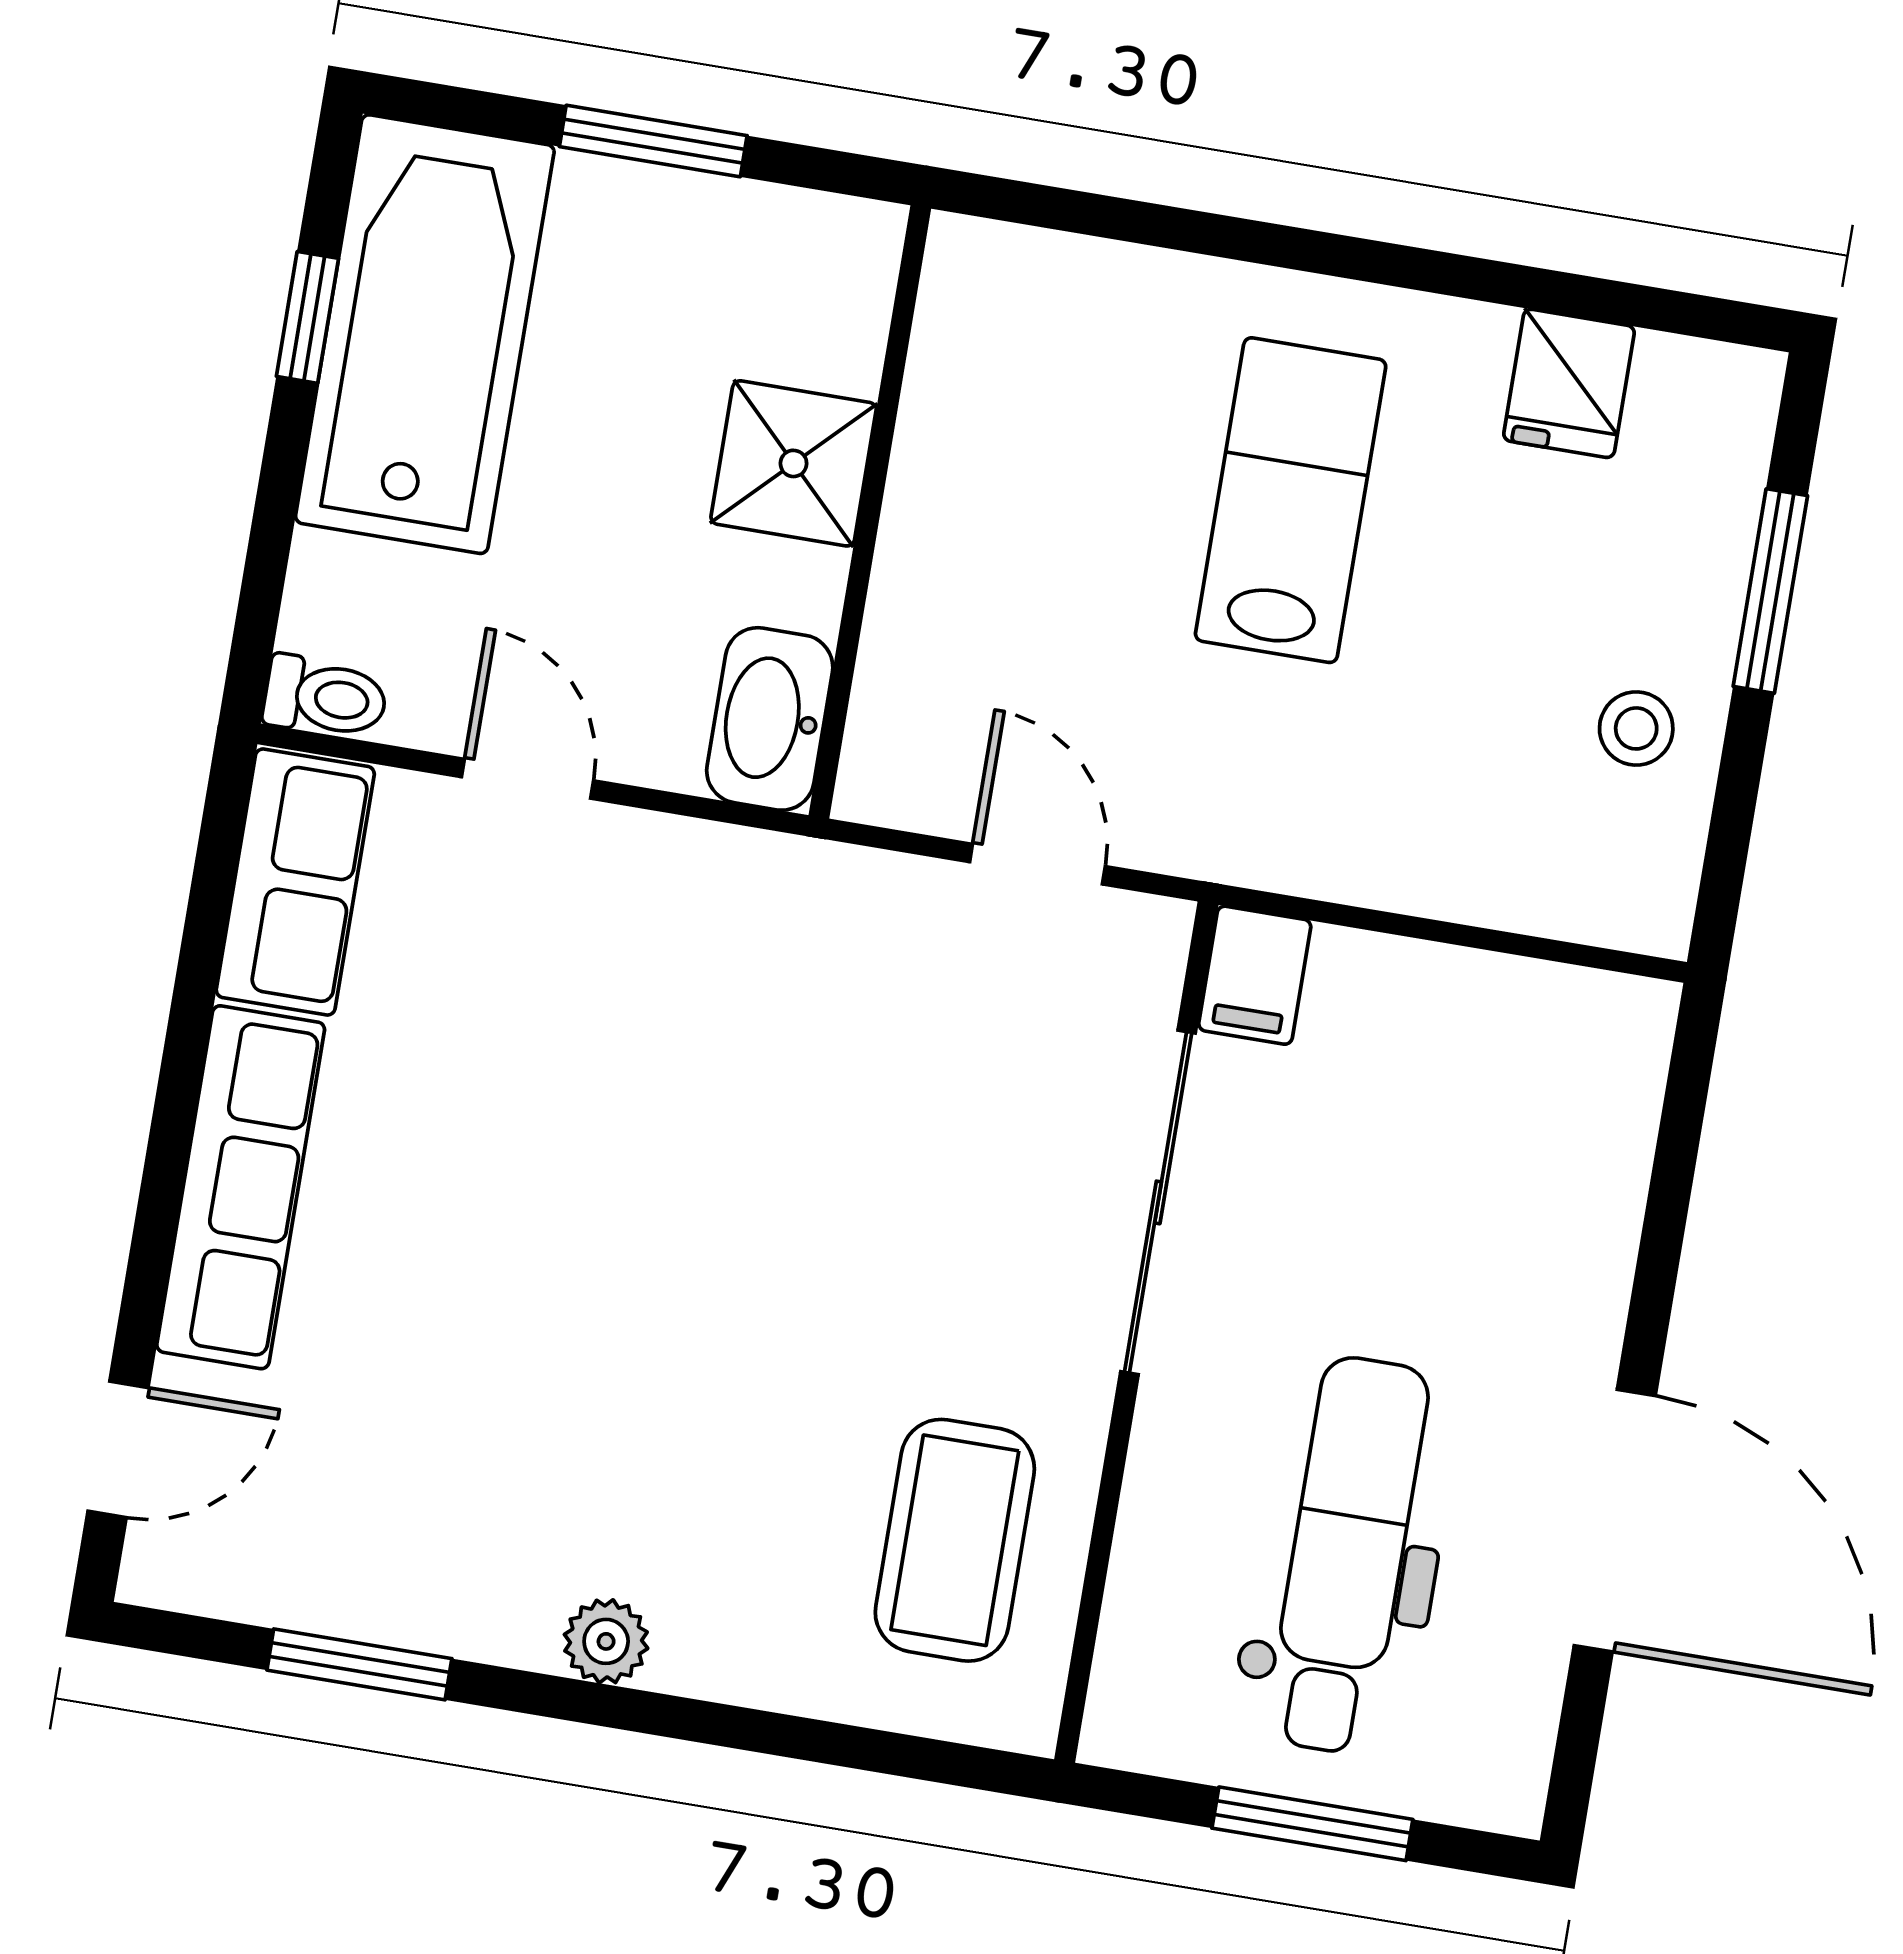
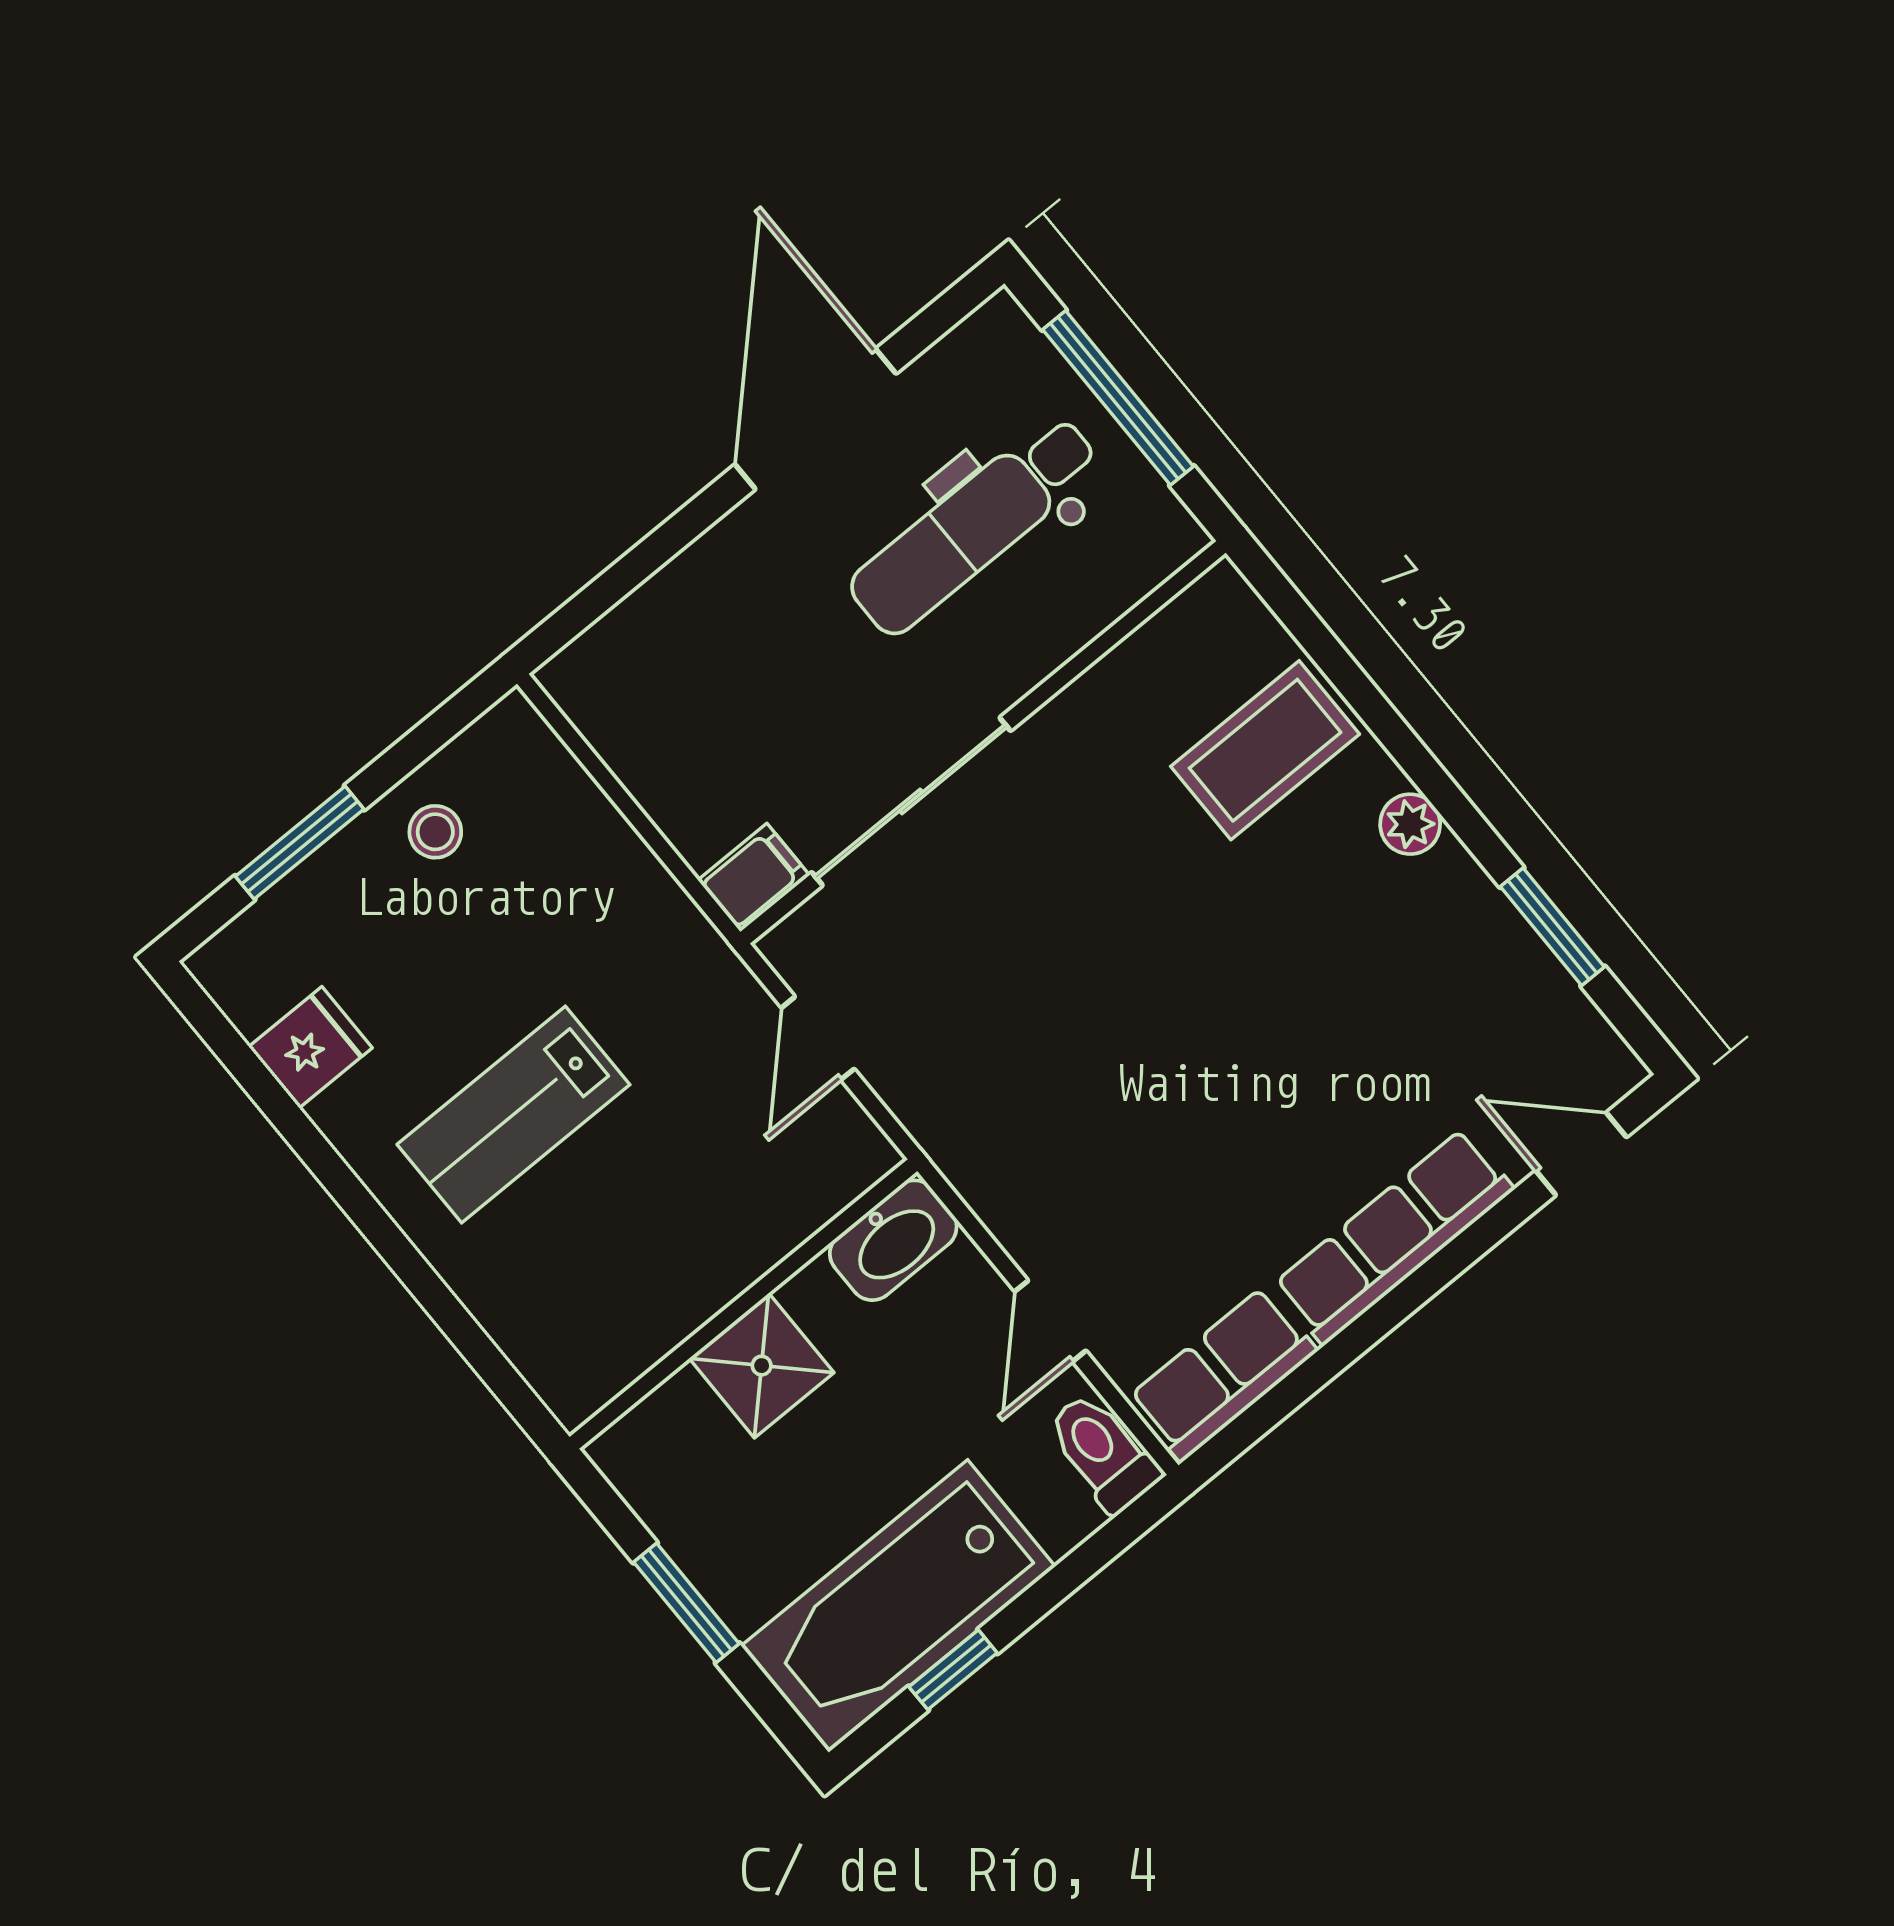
toilet: (325, 697) -> (1103, 1452), width x1.37, depth x1.39
coffee table: (955, 1540) -> (1265, 750), moved
window: (1312, 1824) -> (1118, 398), width x1.44

